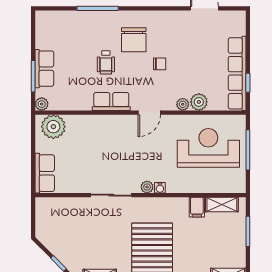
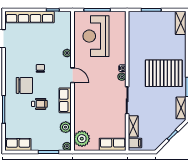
row of seats: (44, 69) -> (18, 145), moved
row of seats: (237, 73) -> (30, 17), moved
plant: (199, 102) -> (66, 127), moved
shelving: (222, 204) -> (133, 126), moved
filing cabinet: (197, 207) -> (135, 143), moved

